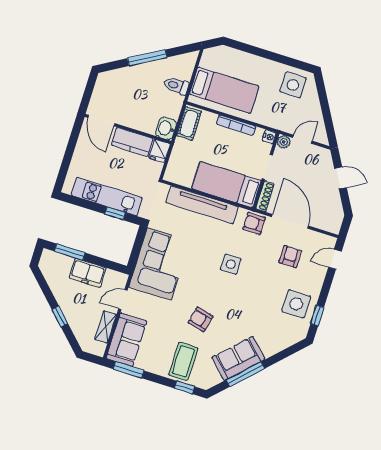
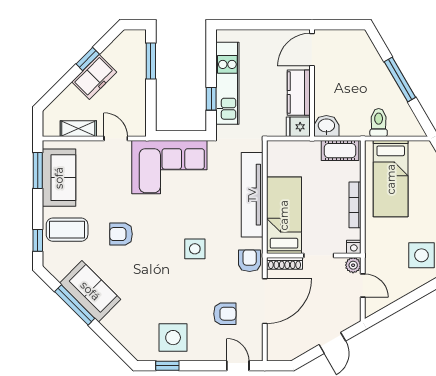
freezer: (88, 273) -> (94, 77), moved, turned -135
window: (60, 316) -> (88, 59), moved
armchair: (200, 319) -> (121, 234), turned -103
sofa: (126, 340) -> (59, 178), moved, turned -90

